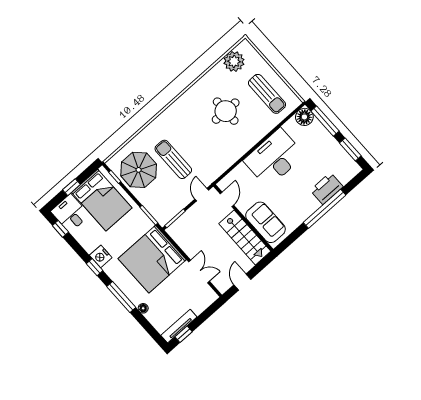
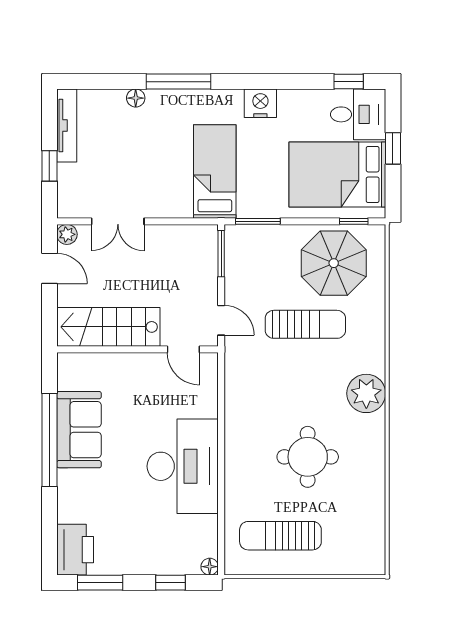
plant: (234, 61) -> (366, 393), moved
floor lamp: (304, 117) -> (210, 567), width x0.53, depth x0.53
window: (325, 121) -> (171, 583), width x0.46
printer: (327, 188) -> (75, 550), moved
window: (325, 209) -> (49, 440), moved
sofa: (265, 222) -> (79, 430), moved, turned -90
bed: (152, 259) -> (215, 171), width x0.49
window: (95, 267) -> (253, 82), removed
plant: (222, 287) -> (67, 234), added
window: (184, 334) -> (49, 166), moved

